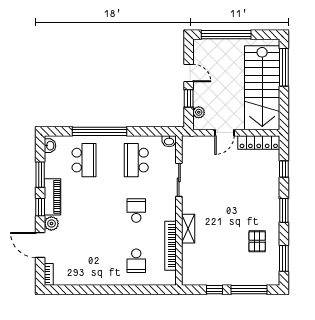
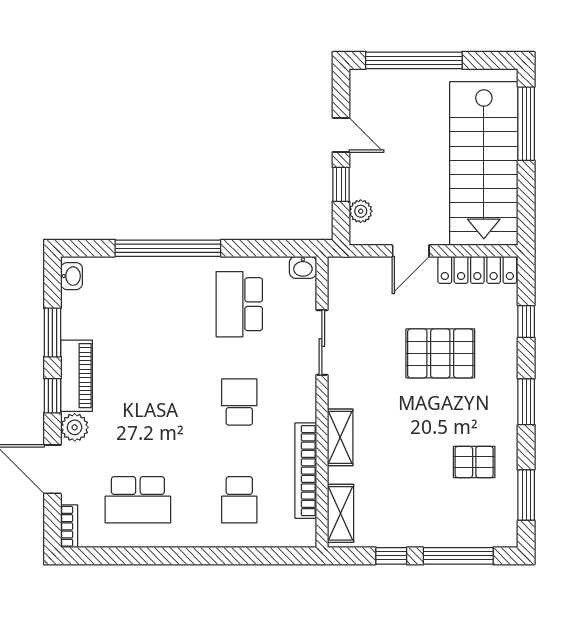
school desk: (84, 160) -> (138, 500), moved, turned 90
pallet: (240, 185) -> (440, 353), added
pallet: (257, 241) -> (474, 462), turned 90
shelving: (188, 268) -> (340, 513), added

